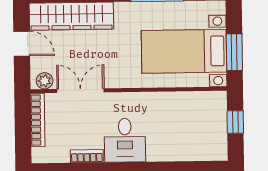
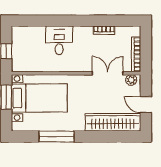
double door: (81, 91) -> (108, 73), swing flipped
desk: (125, 140) -> (59, 40), moved

